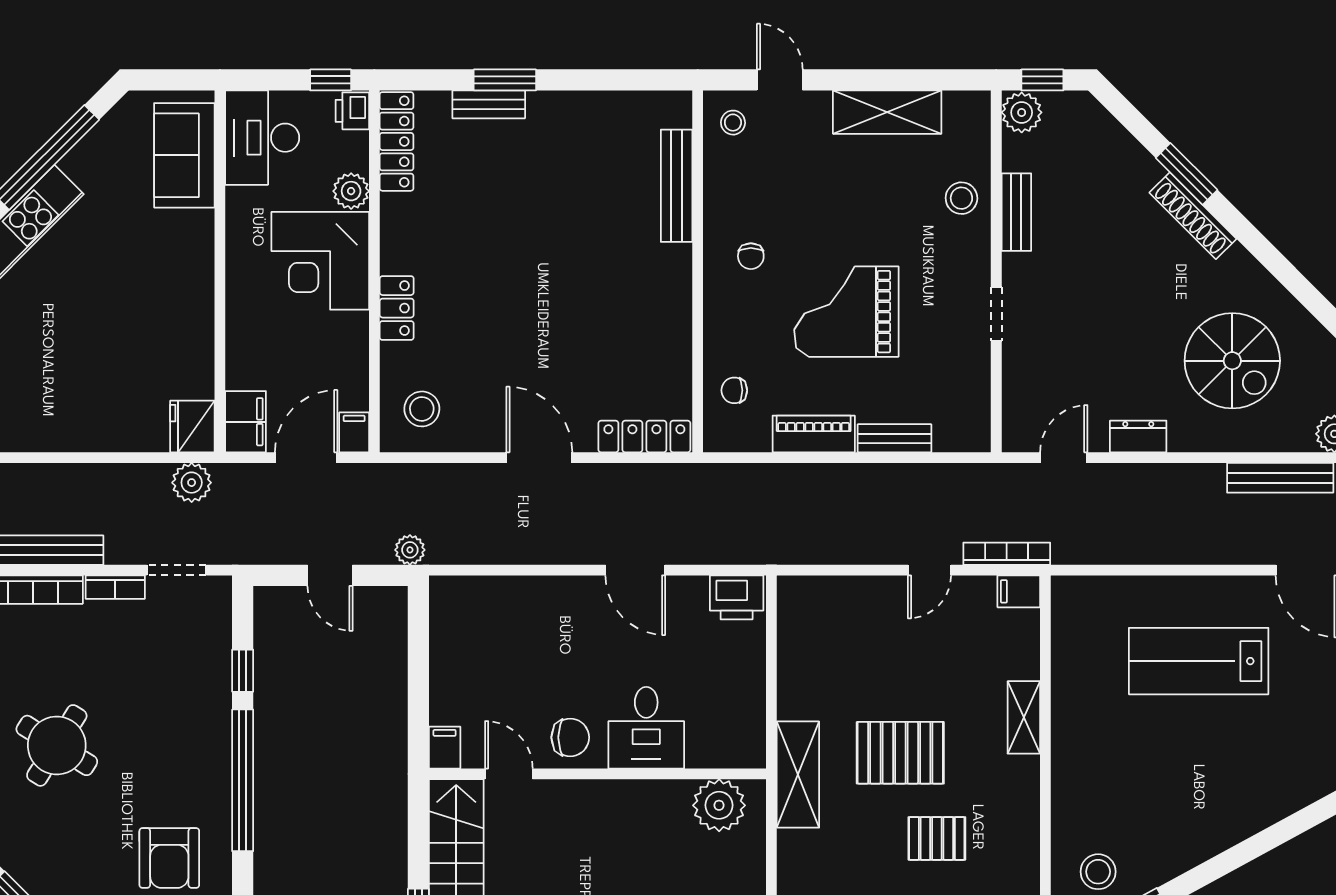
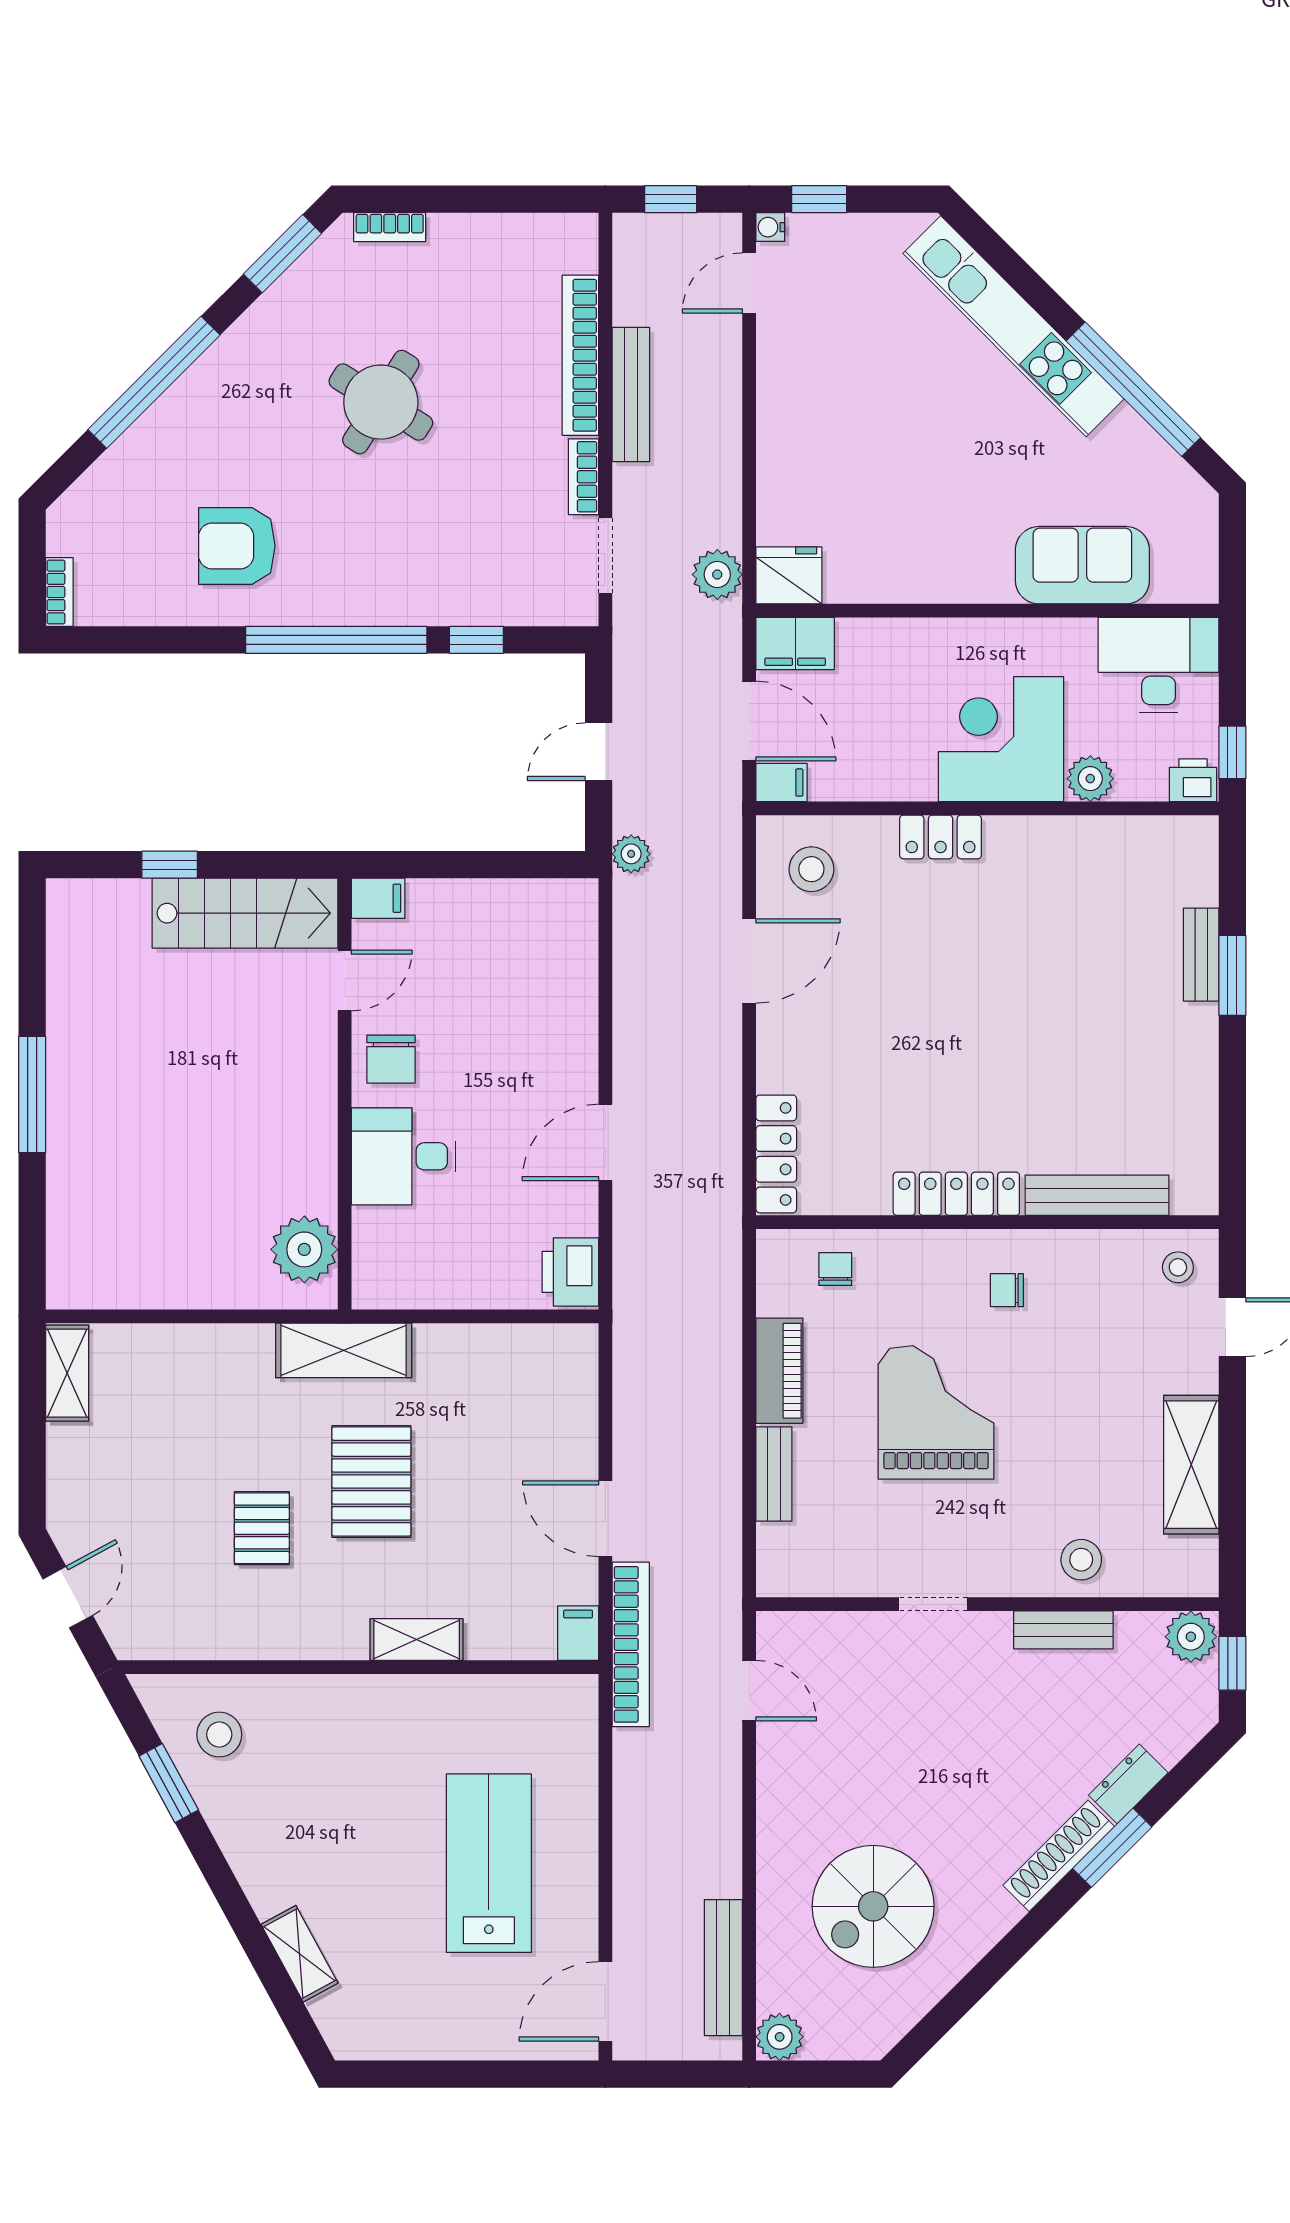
locker: (397, 141) -> (956, 1194), moved, turned 180
sofa: (184, 155) -> (1082, 565), moved
dresser: (1138, 436) -> (1128, 1784), moved, turned -135
door: (539, 458) -> (749, 961), moved
bookcase: (1007, 554) -> (631, 1644), width x1.48, depth x1.31
door: (929, 570) -> (605, 1519), width x1.38
shelving: (1269, 809) -> (299, 1954), added

